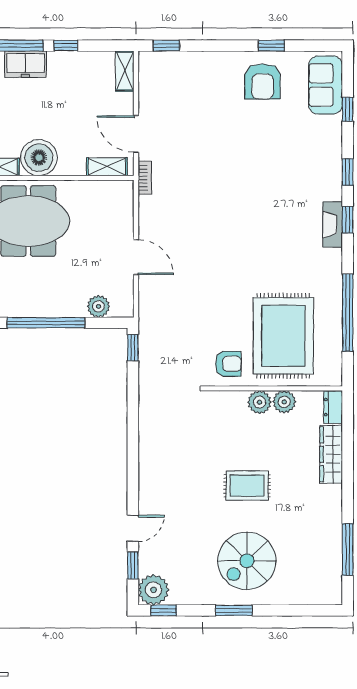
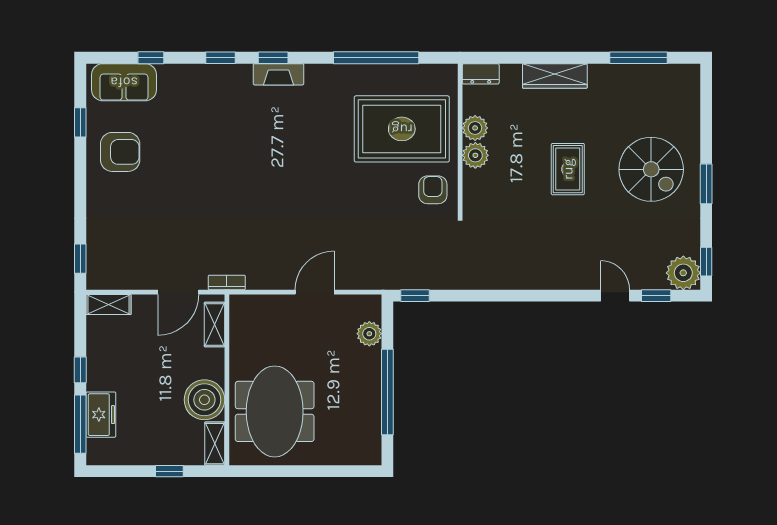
window: (271, 46) -> (80, 122), moved
wardrobe: (331, 454) -> (555, 76), moved

